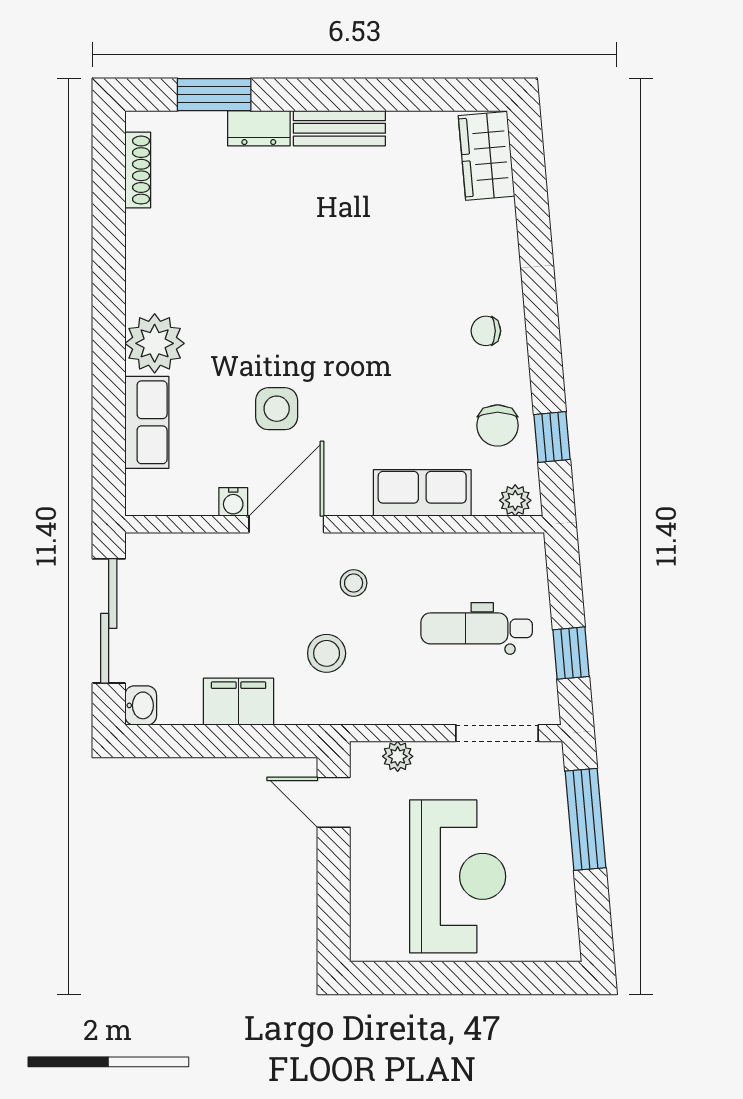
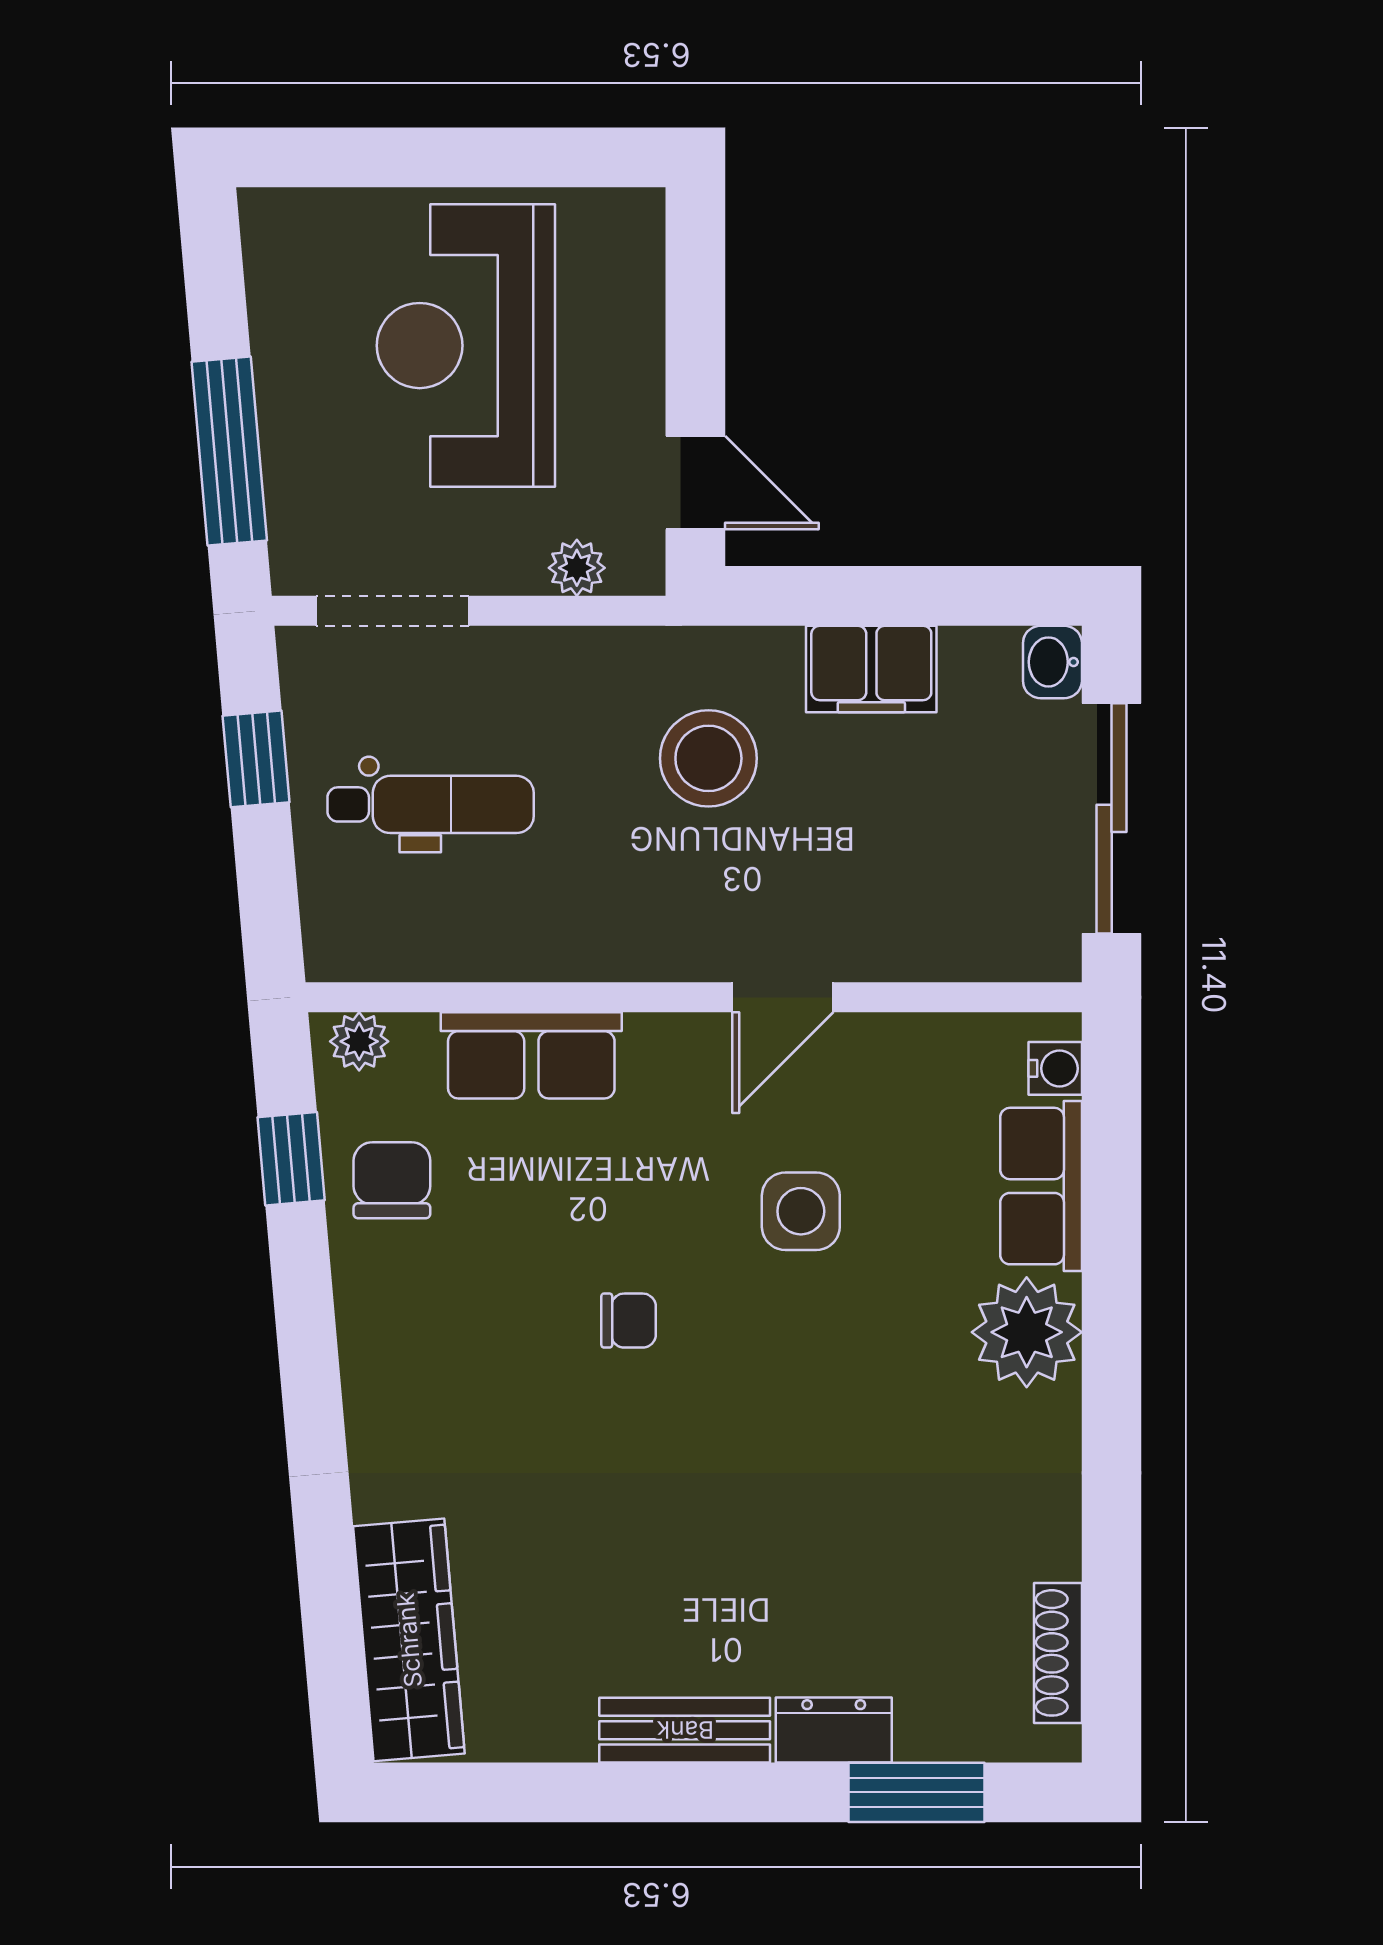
wardrobe: (487, 156) -> (409, 1640), width x1.50
chair: (486, 331) -> (629, 1321), moved
water cooler: (233, 502) -> (1055, 1068), moved, turned 90
door: (286, 524) -> (783, 997), width x0.73
stool: (354, 583) -> (658, 889), removed
stool: (327, 653) -> (708, 758), width x1.38, depth x1.38

